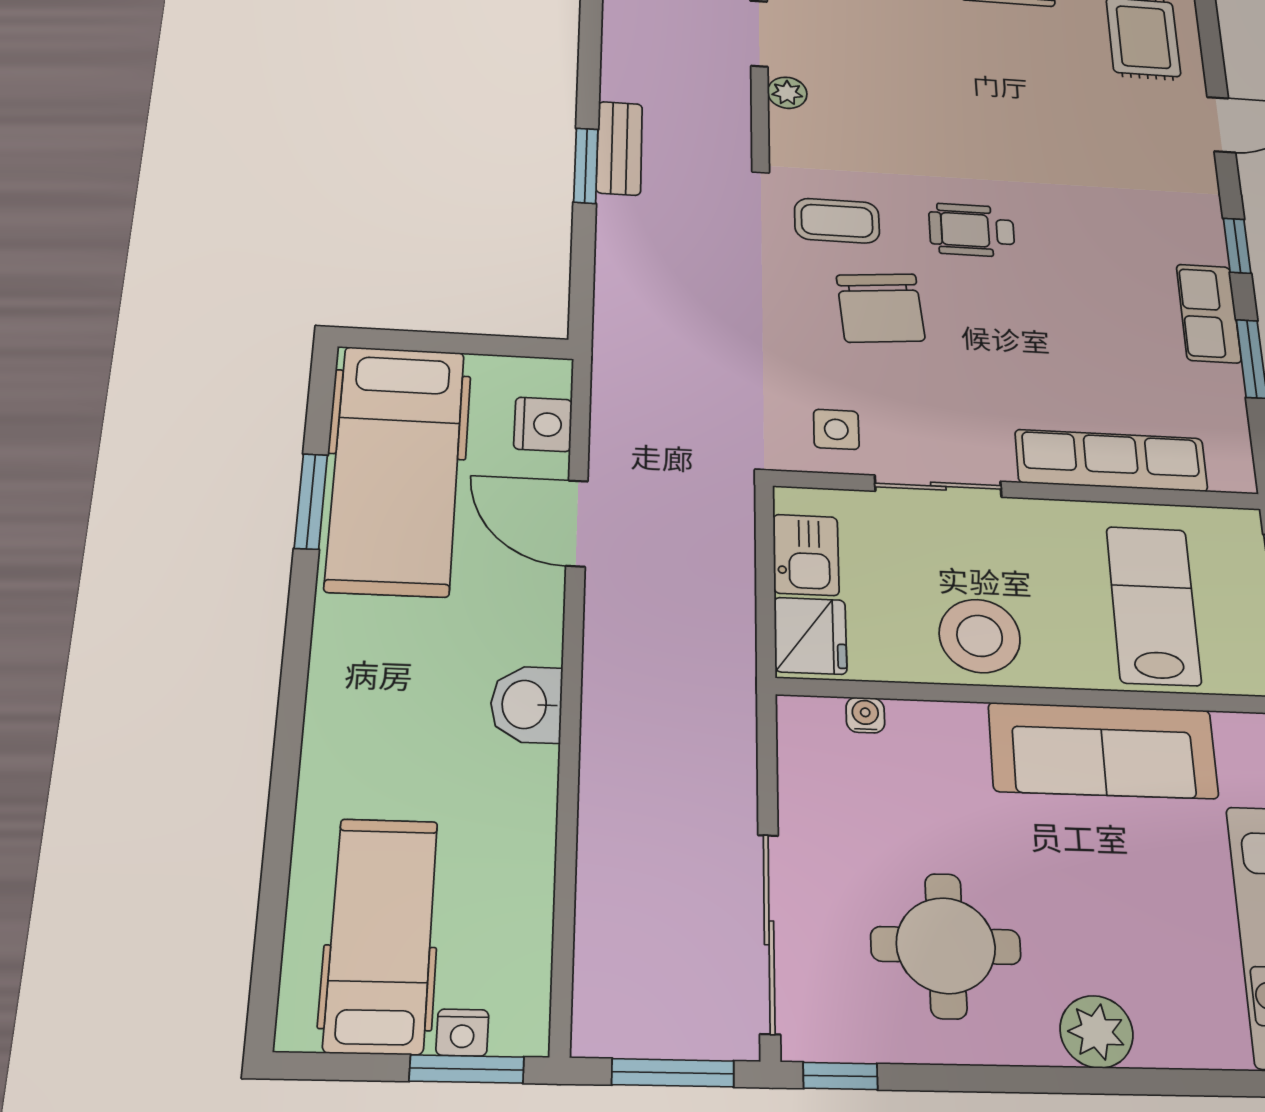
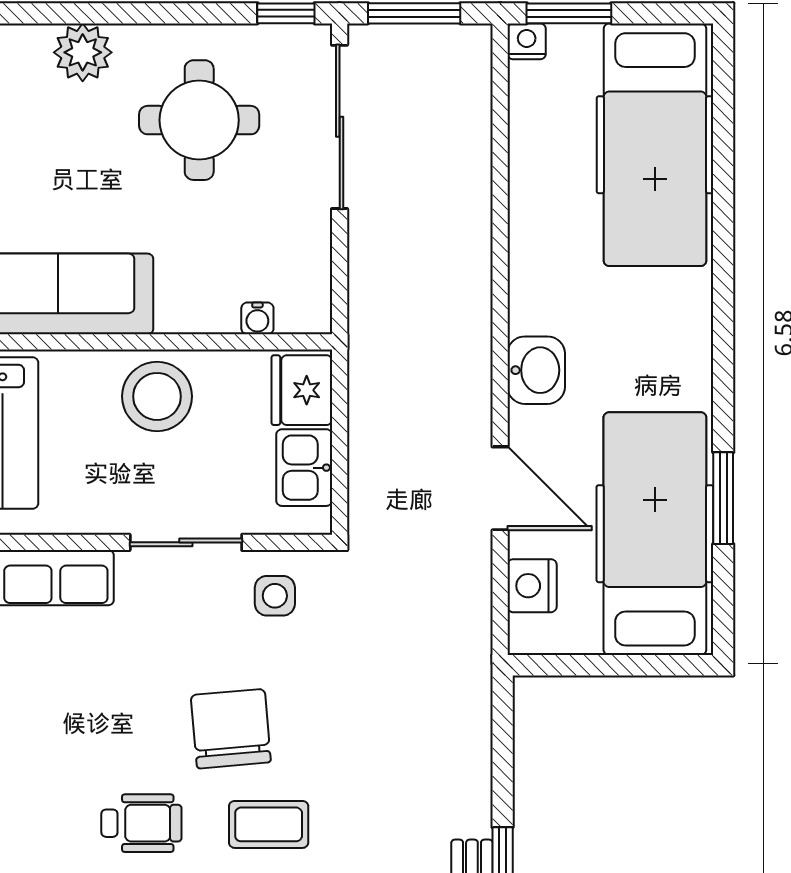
washbasin: (526, 704) -> (536, 370), moved
hospital bed: (381, 935) -> (655, 145), width x1.37, depth x1.29
nightstand: (462, 1033) -> (527, 41), moved

